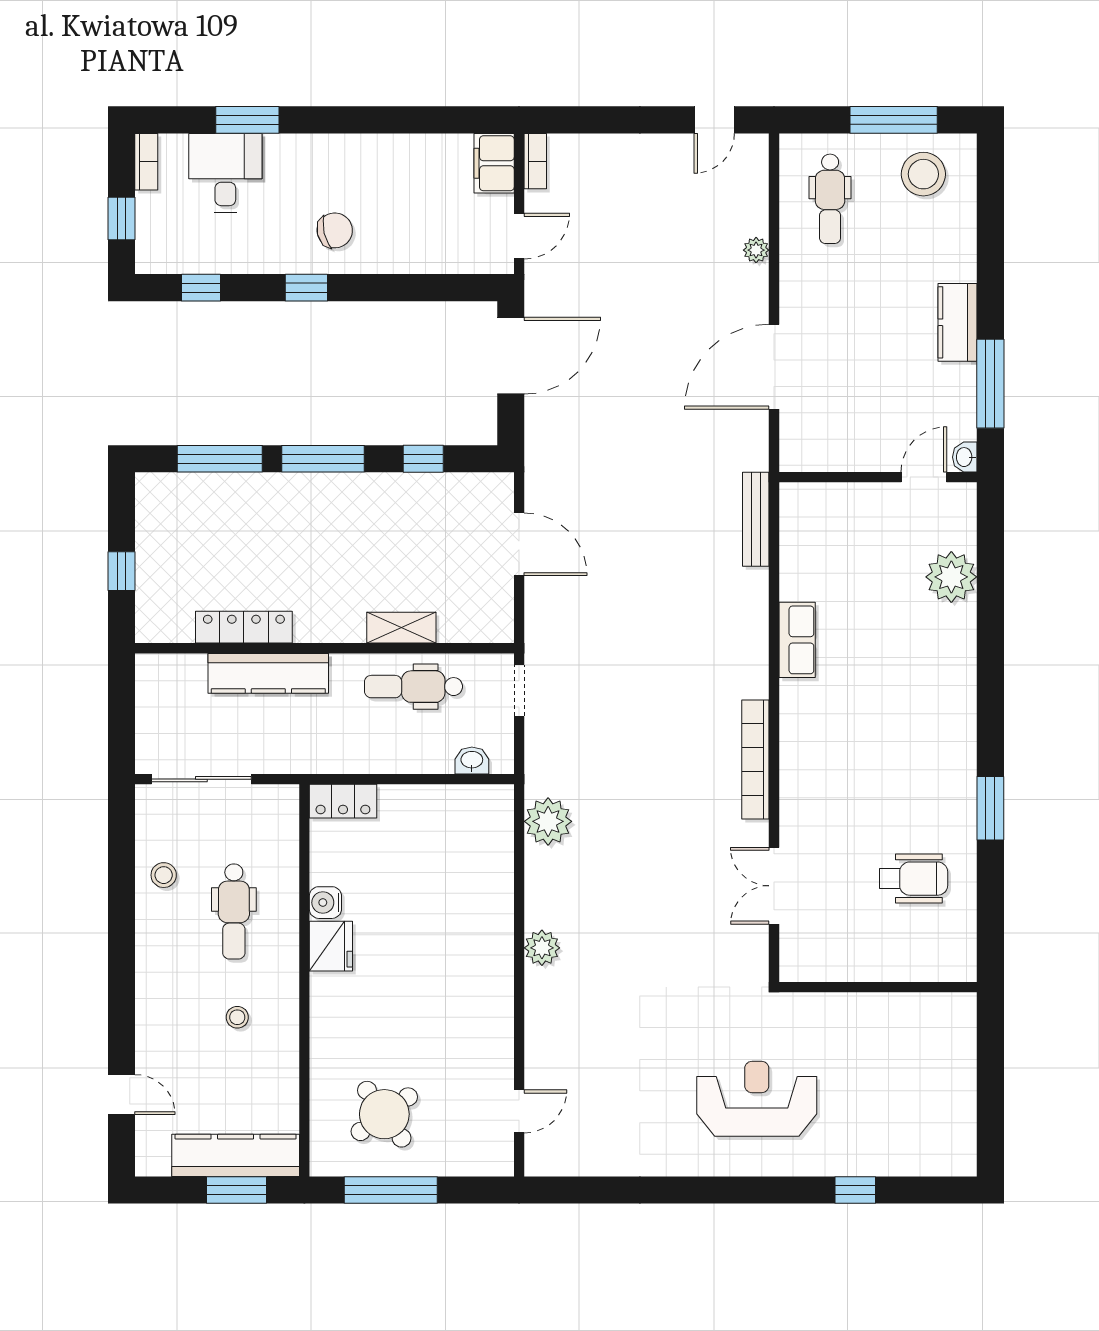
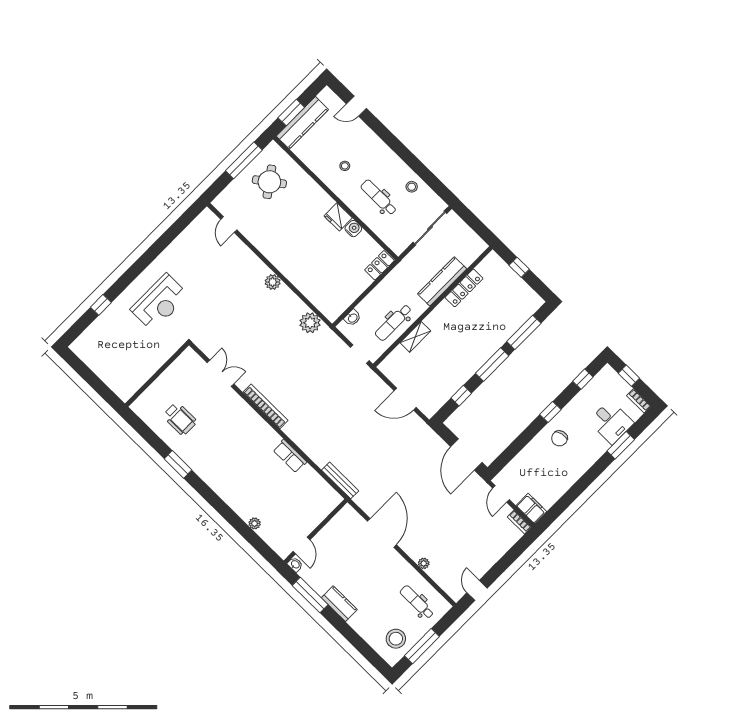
plant: (951, 577) -> (255, 523), width x0.53, depth x0.53
dental chair: (413, 687) -> (393, 322), turned 180
wheelchair: (913, 879) -> (180, 419), turned -90

